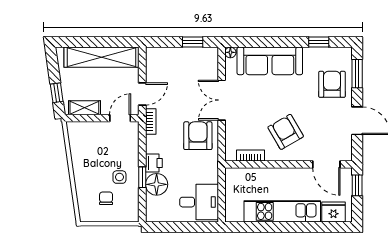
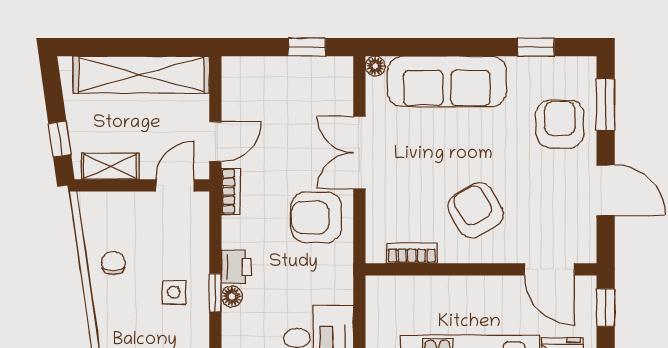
armchair: (198, 136) -> (316, 217), turned -90
floor lamp: (157, 184) -> (232, 296), width x0.53, depth x0.53
chair: (106, 198) -> (113, 263), moved

